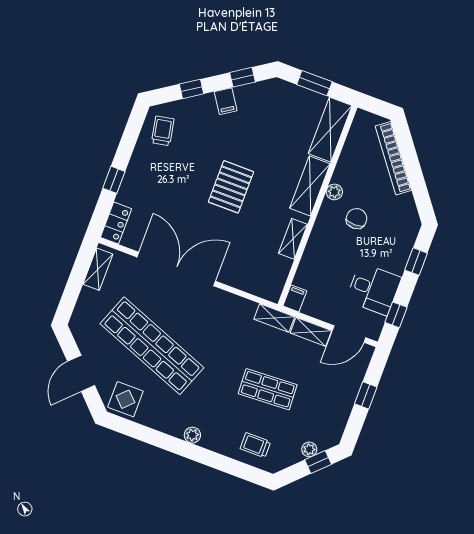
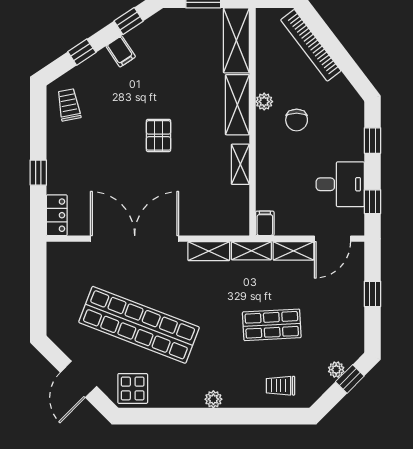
pallet: (231, 187) -> (158, 135), width x0.67, depth x0.71
chair: (357, 219) -> (297, 120), turned 180
shelving: (98, 269) -> (209, 251), moved, turned 90

